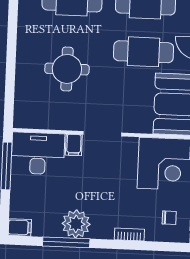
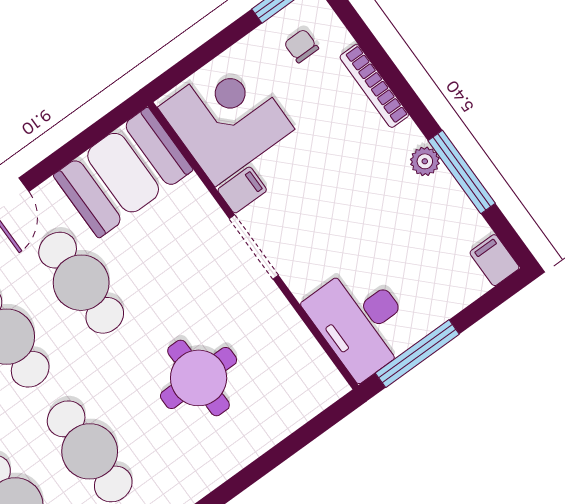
filing cabinet: (74, 145) -> (242, 190), moved
plant: (76, 224) -> (425, 161), width x0.53, depth x0.53
bookcase: (129, 234) -> (374, 86), width x1.56

